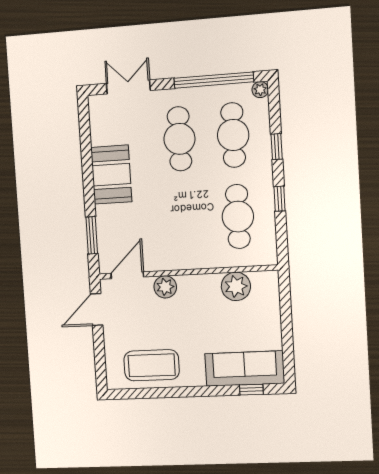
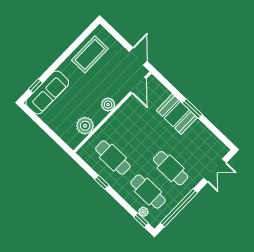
plant: (260, 90) -> (143, 212), moved
window: (277, 147) -> (141, 220), moved
booth: (111, 175) -> (177, 114), moved
window: (92, 235) -> (192, 109), moved
plant: (165, 287) -> (108, 105), moved

